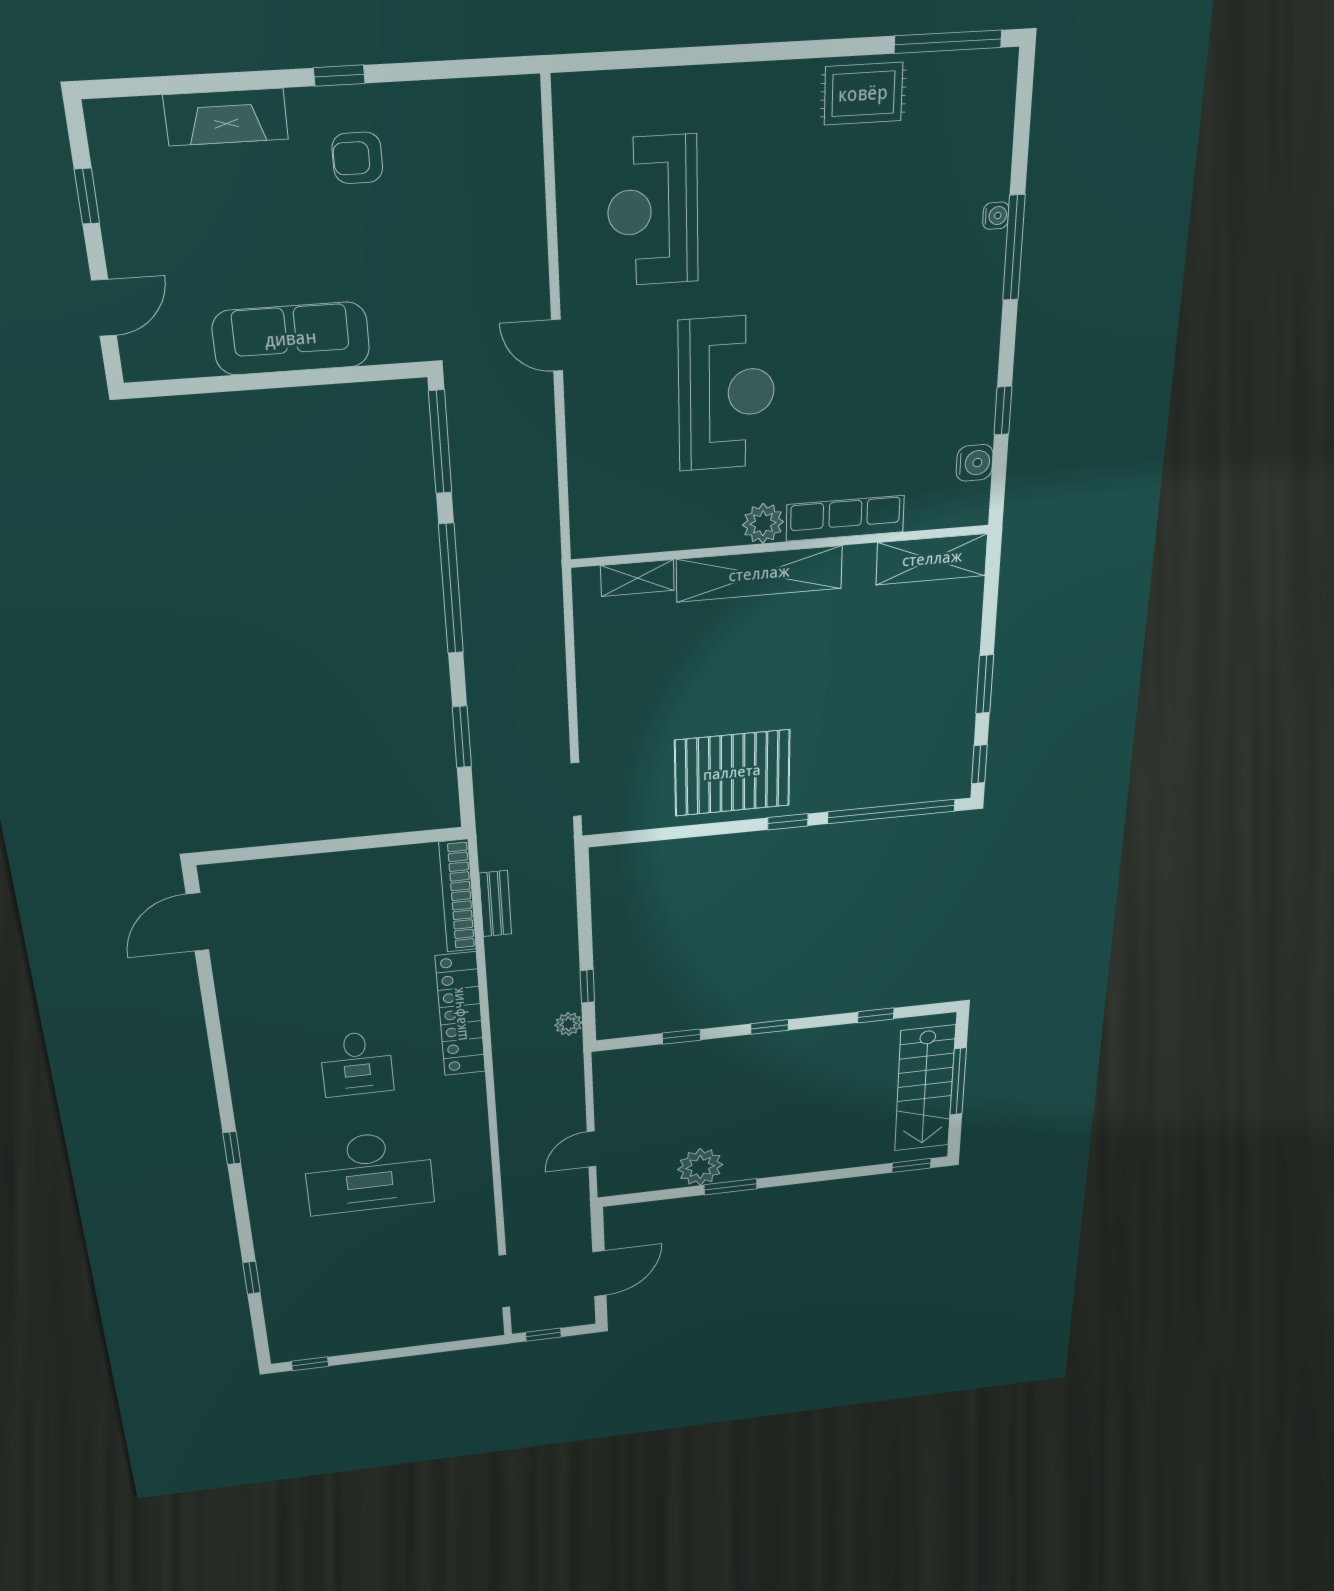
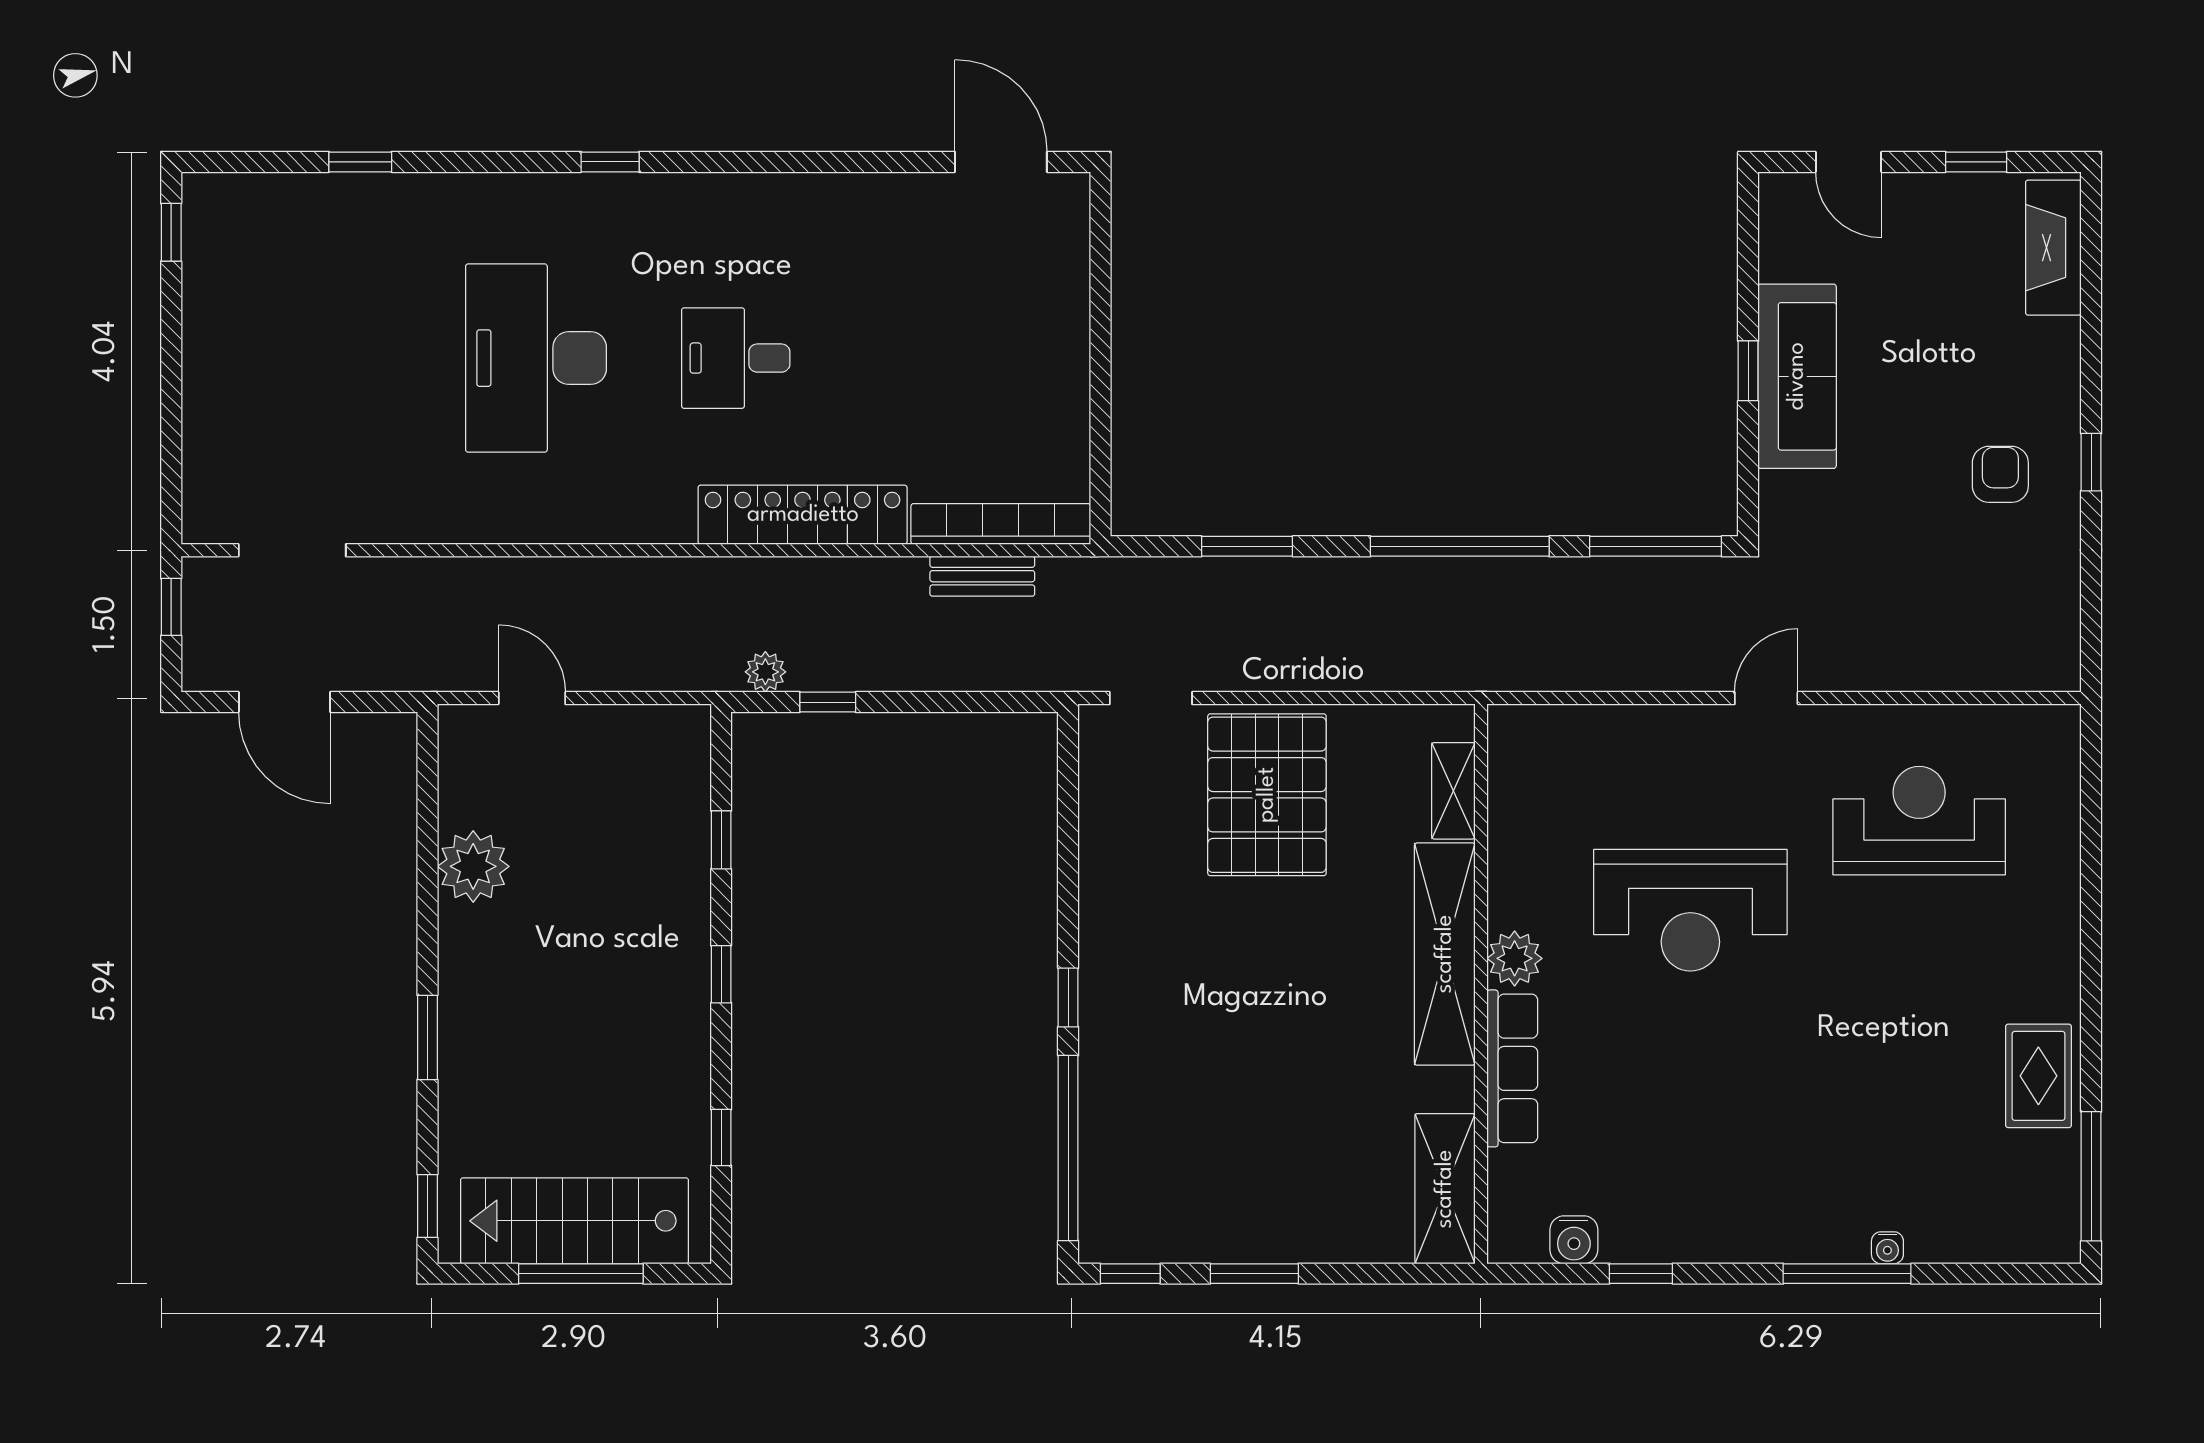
fireplace: (226, 117) -> (2053, 248), moved
window: (291, 379) -> (1748, 371), added
pallet: (732, 773) -> (1267, 795), moved
window: (730, 1187) -> (427, 1037), moved

